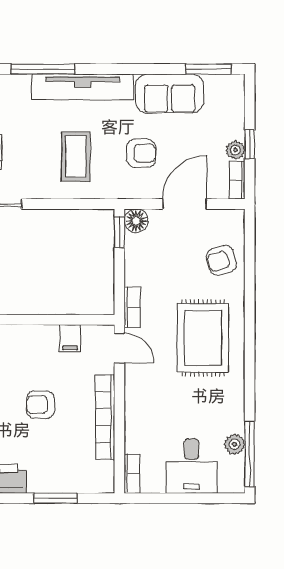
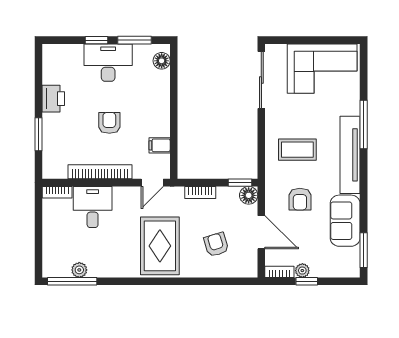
armchair: (222, 260) -> (216, 245), moved
bookcase: (132, 307) -> (200, 192), moved
rug: (203, 338) -> (160, 246), turned 90
desk: (192, 466) -> (93, 207), moved, turned 90

